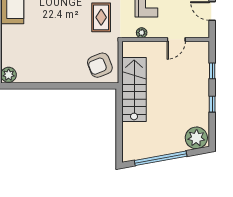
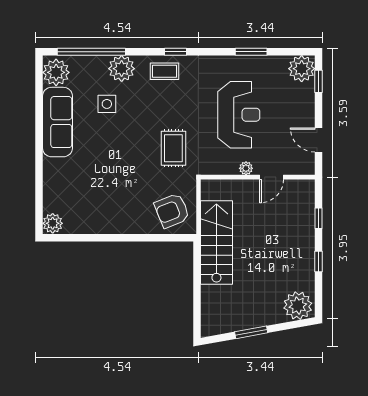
plant: (142, 33) -> (246, 168), moved
window: (161, 158) -> (251, 332), width x0.47

